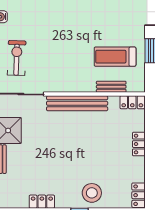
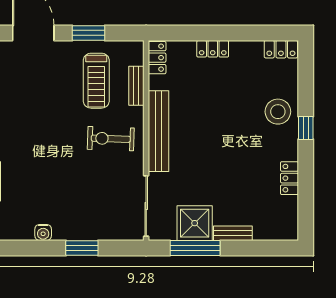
exercise bike: (17, 58) -> (111, 139), moved

